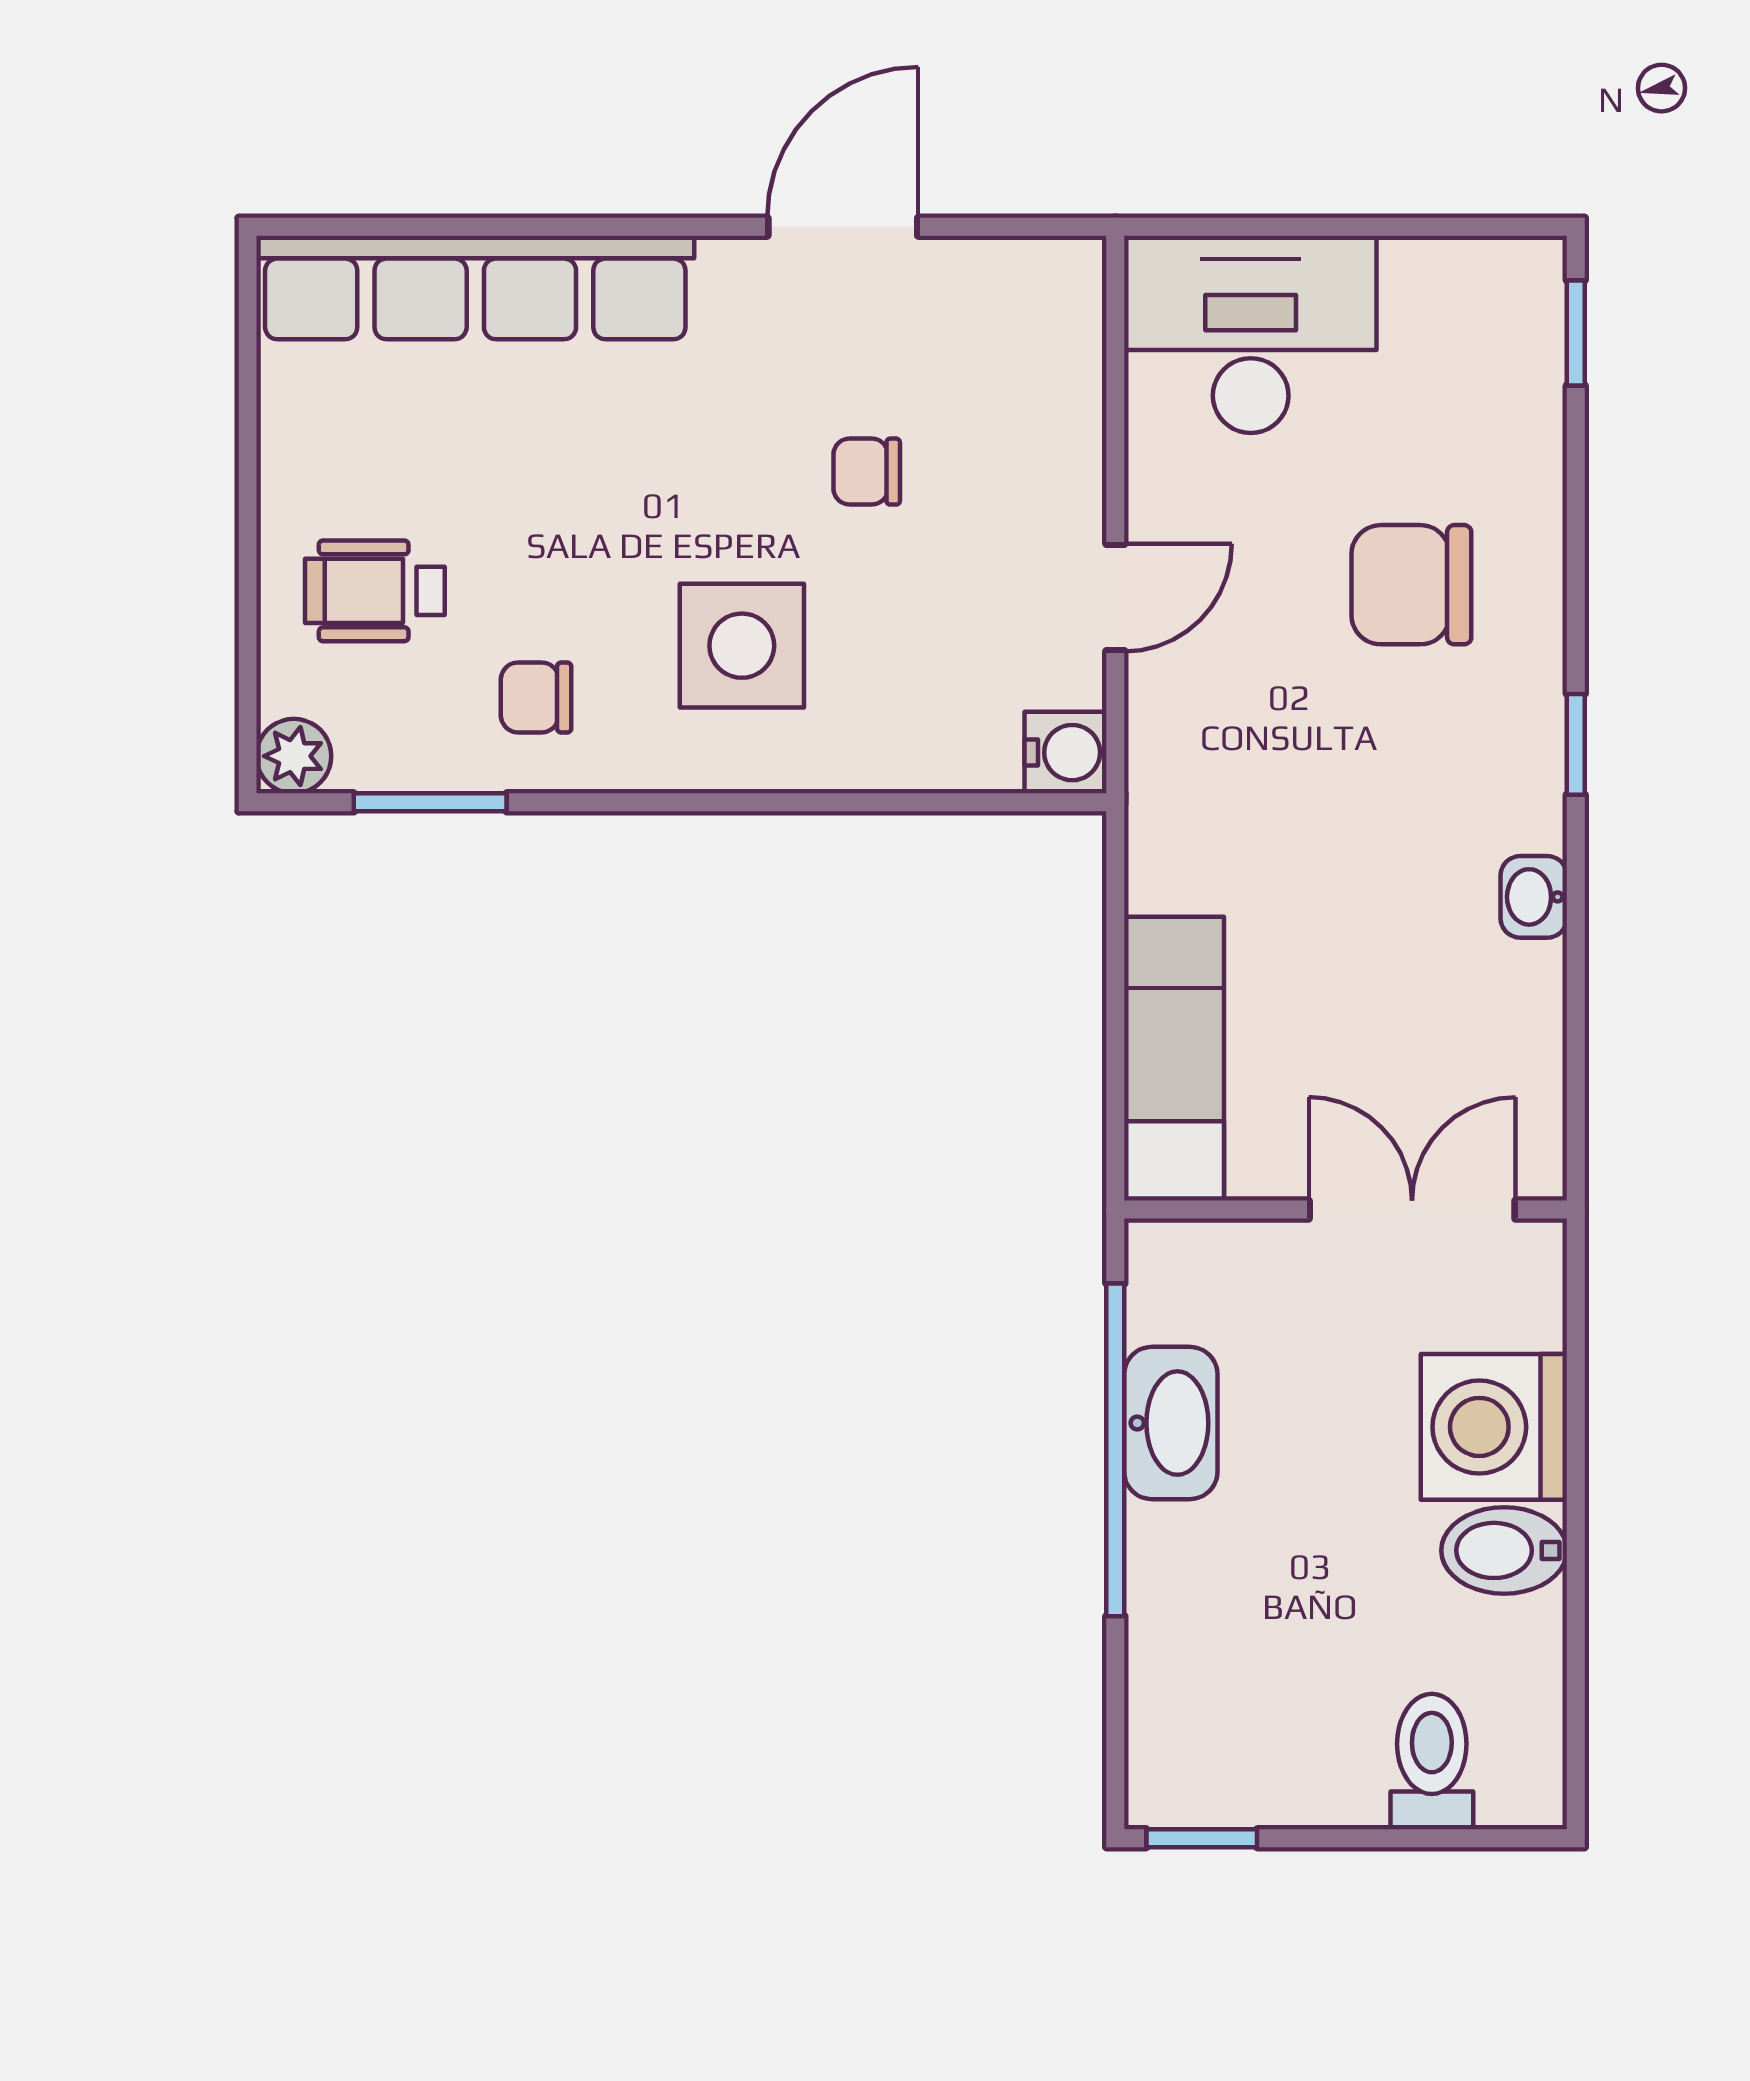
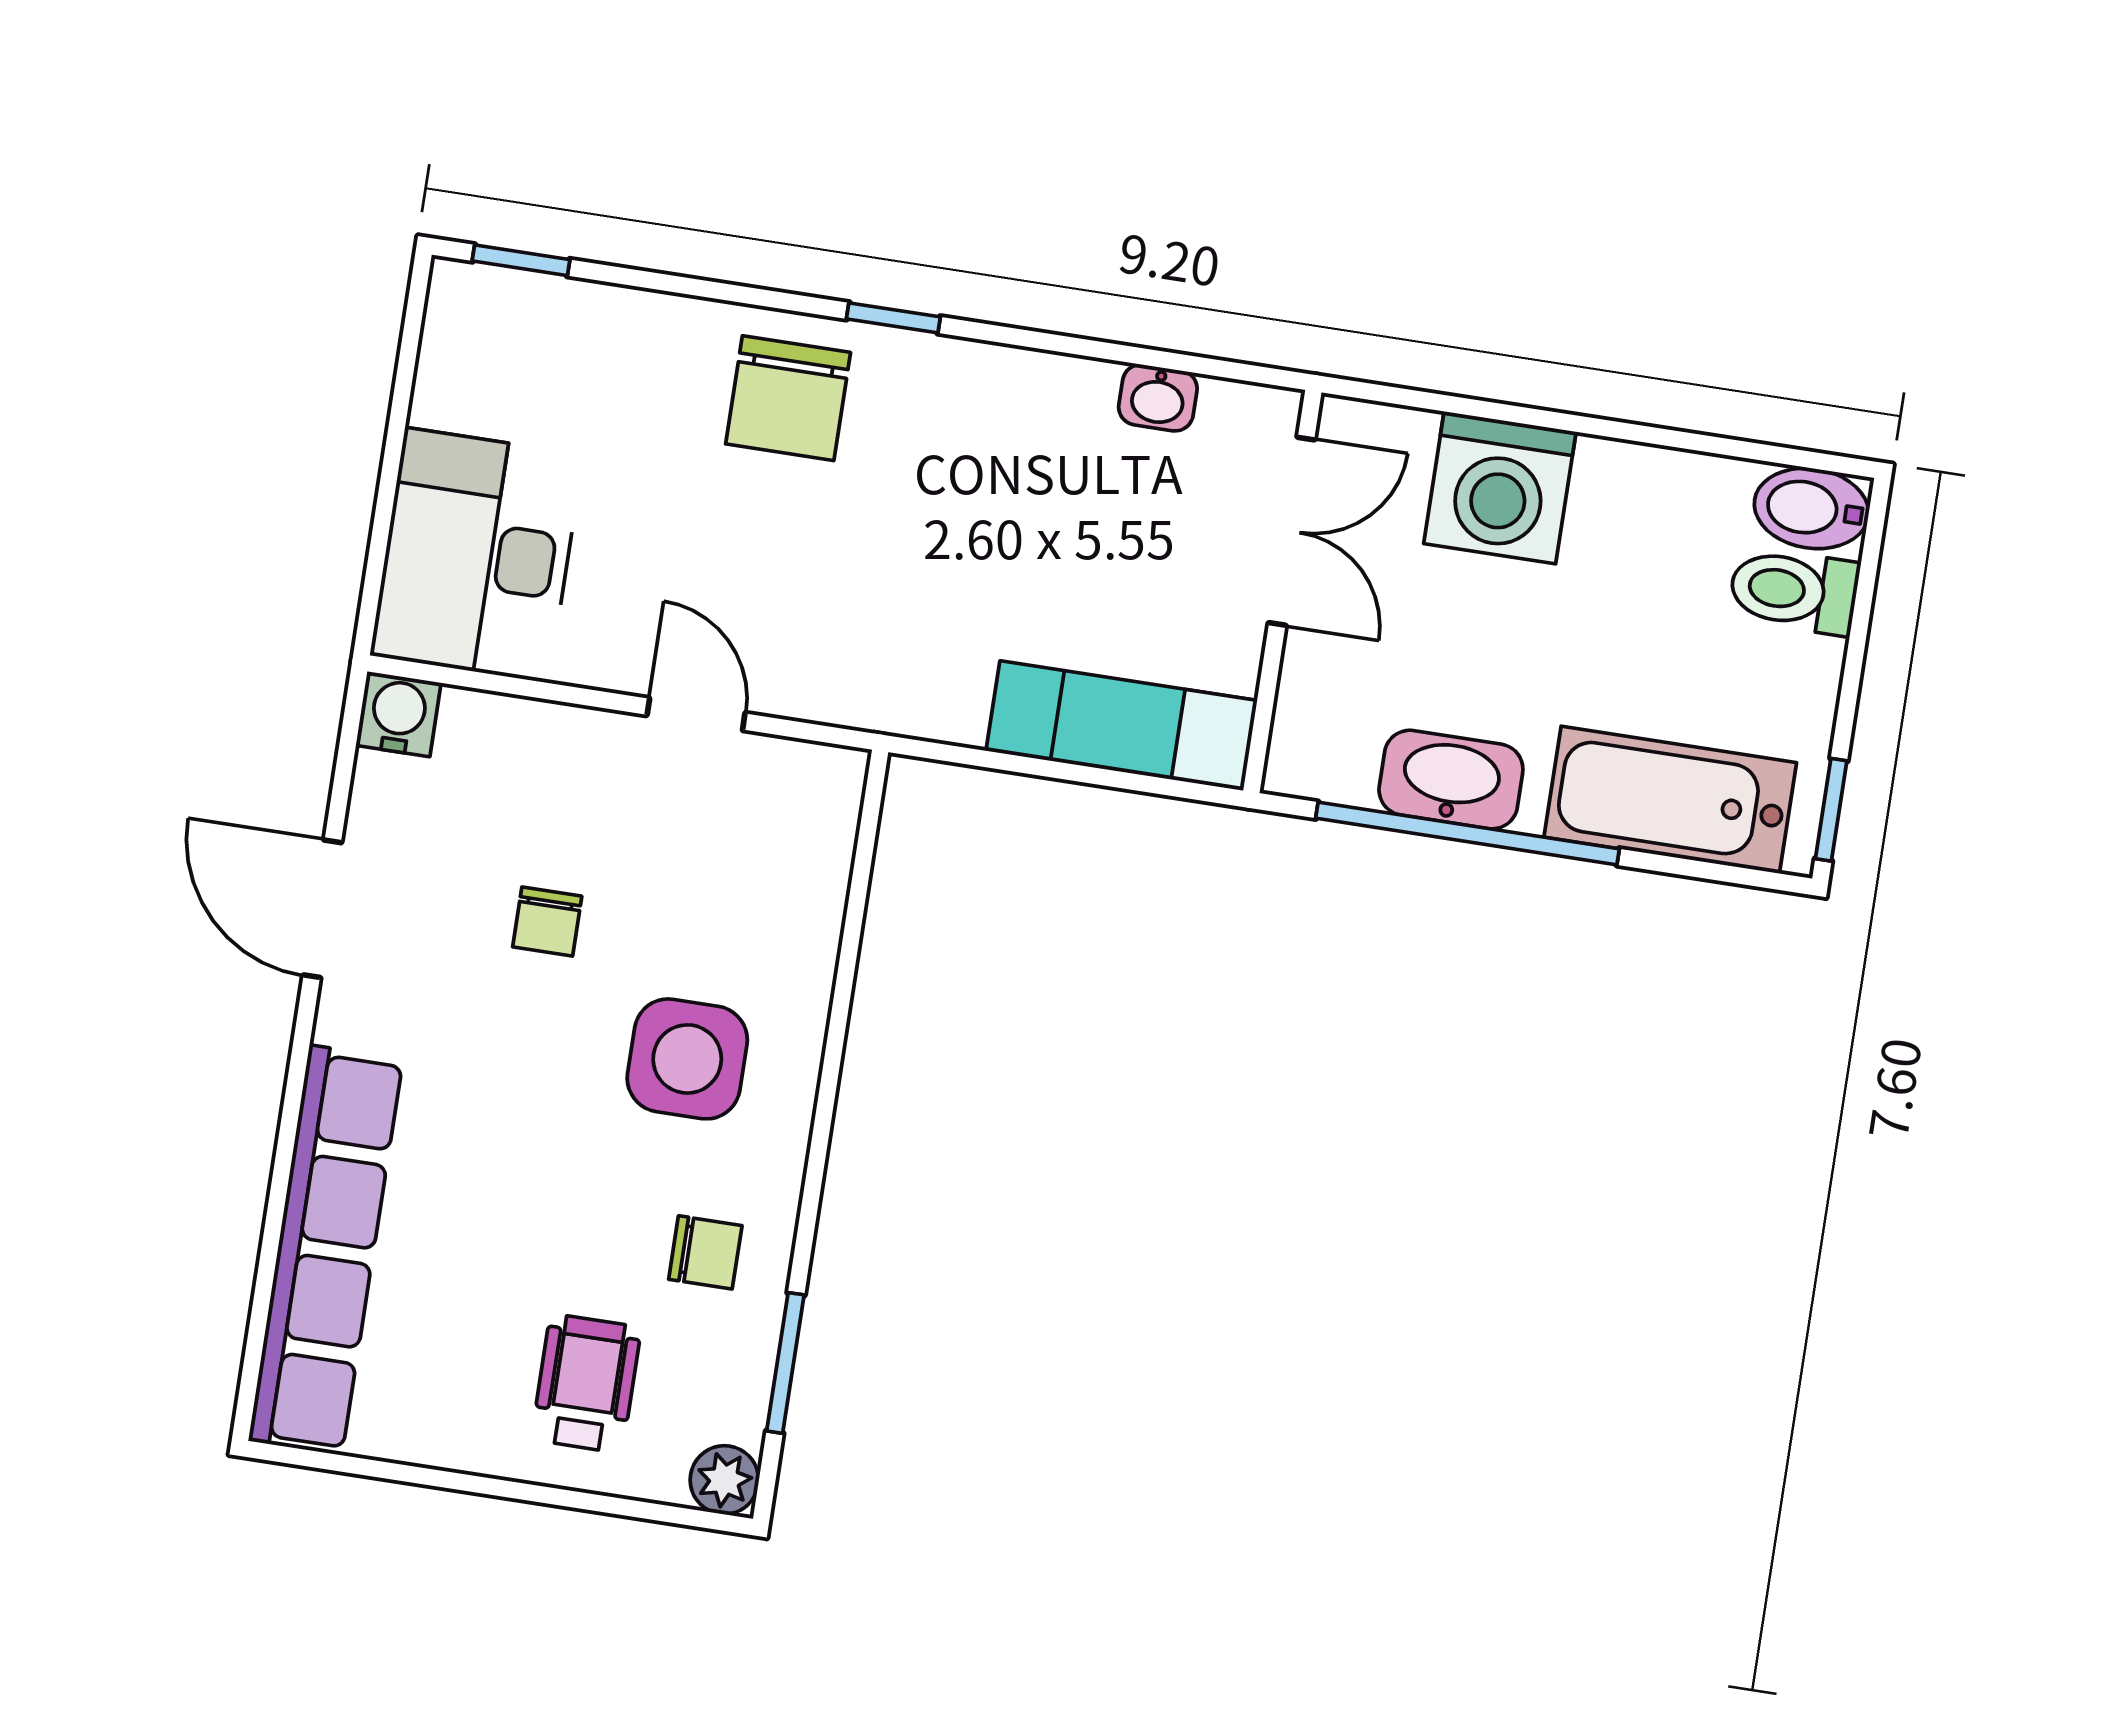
chair: (1411, 585) -> (788, 398), moved
wheelchair: (375, 591) -> (586, 1383), turned 180
chair: (536, 697) -> (705, 1252), turned -90
water cooler: (1066, 753) -> (398, 714), moved
washbasin: (1534, 897) -> (1158, 398), moved
double door: (1412, 1210) -> (1292, 531), swing flipped
bidet: (1504, 1550) -> (1811, 508), moved, turned 90
bathtub: (1186, 1663) -> (1670, 800), added

